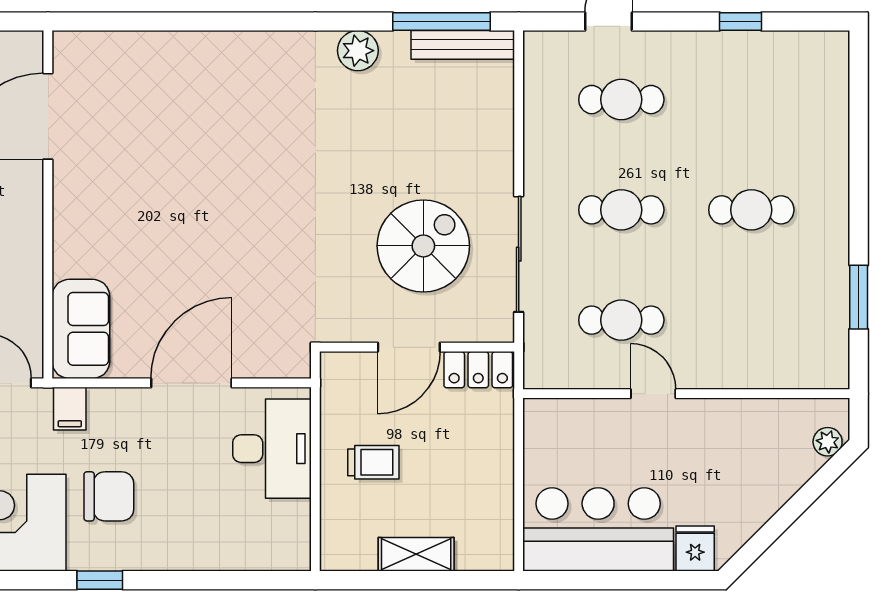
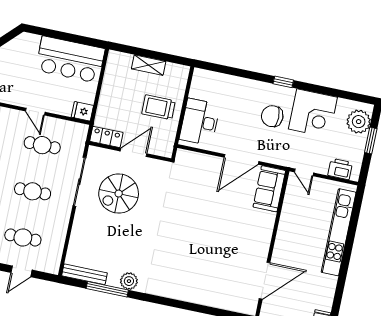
window: (441, 21) -> (107, 289), moved
door: (191, 383) -> (241, 159), moved
filing cabinet: (70, 409) -> (281, 156), removed
trolley: (373, 462) -> (158, 107), width x1.36, depth x1.39
fridge: (695, 549) -> (82, 111), moved, turned 90

